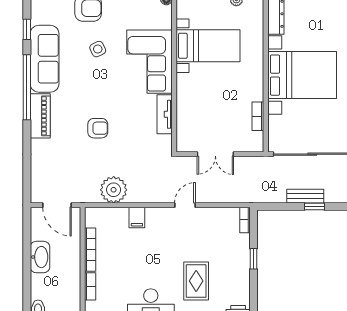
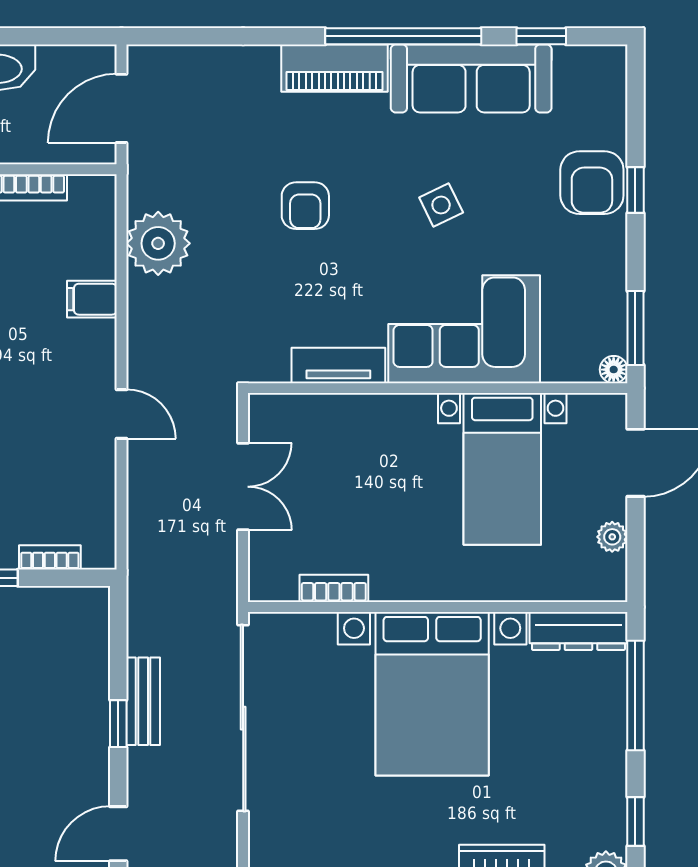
side table: (98, 49) -> (441, 205), moved
double door: (215, 154) -> (243, 487), swing flipped
bookcase: (245, 220) -> (50, 557), moved

